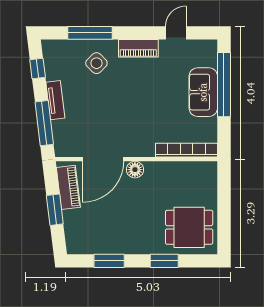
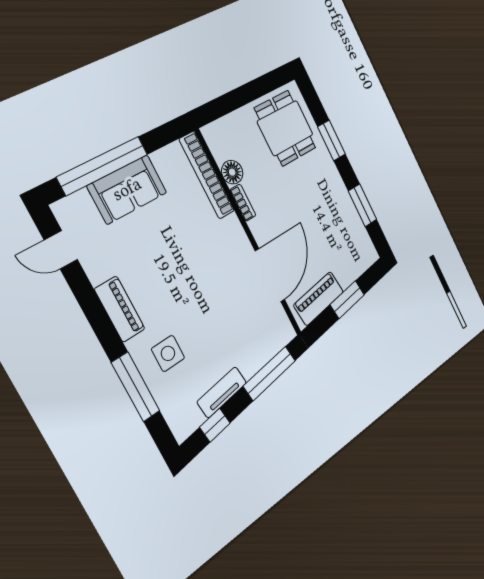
door: (176, 33) -> (61, 250), moved
side table: (96, 63) -> (168, 353), turned 45
tv unit: (55, 100) -> (222, 392), moved
door: (103, 159) -> (270, 275), hinge flipped
bookcase: (157, 166) -> (243, 203), added
floor lamp: (135, 170) -> (232, 172), moved

